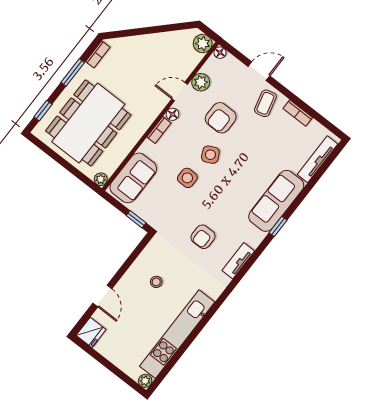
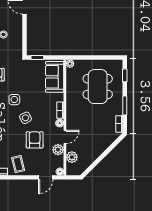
plant: (203, 43) -> (72, 157), moved
door: (259, 71) -> (46, 177), moved
dining table: (88, 123) -> (98, 87), width x0.73, depth x0.80
side table: (187, 178) -> (14, 100), moved

